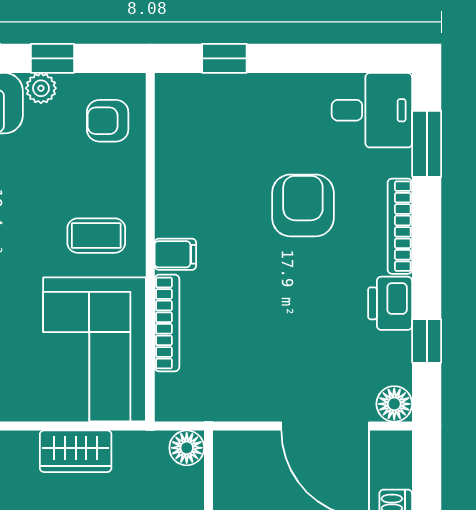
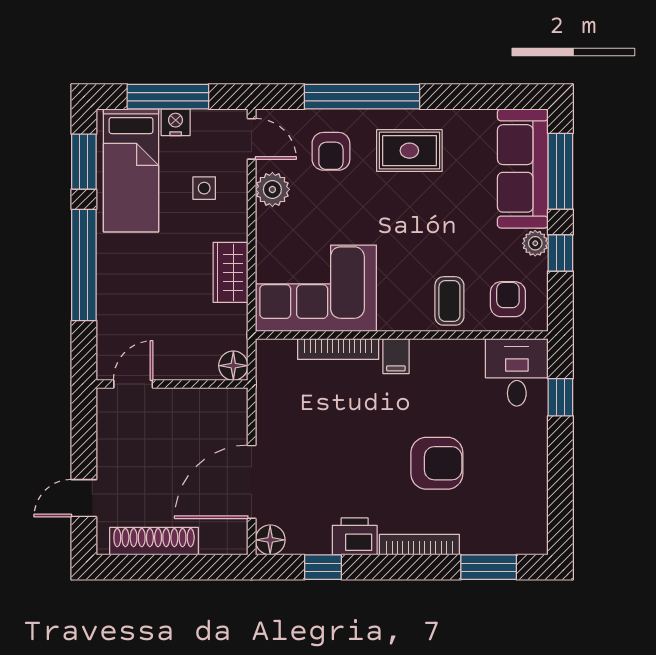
desk: (372, 110) -> (517, 372), moved, turned 180
coffee table: (96, 236) -> (449, 301), moved

